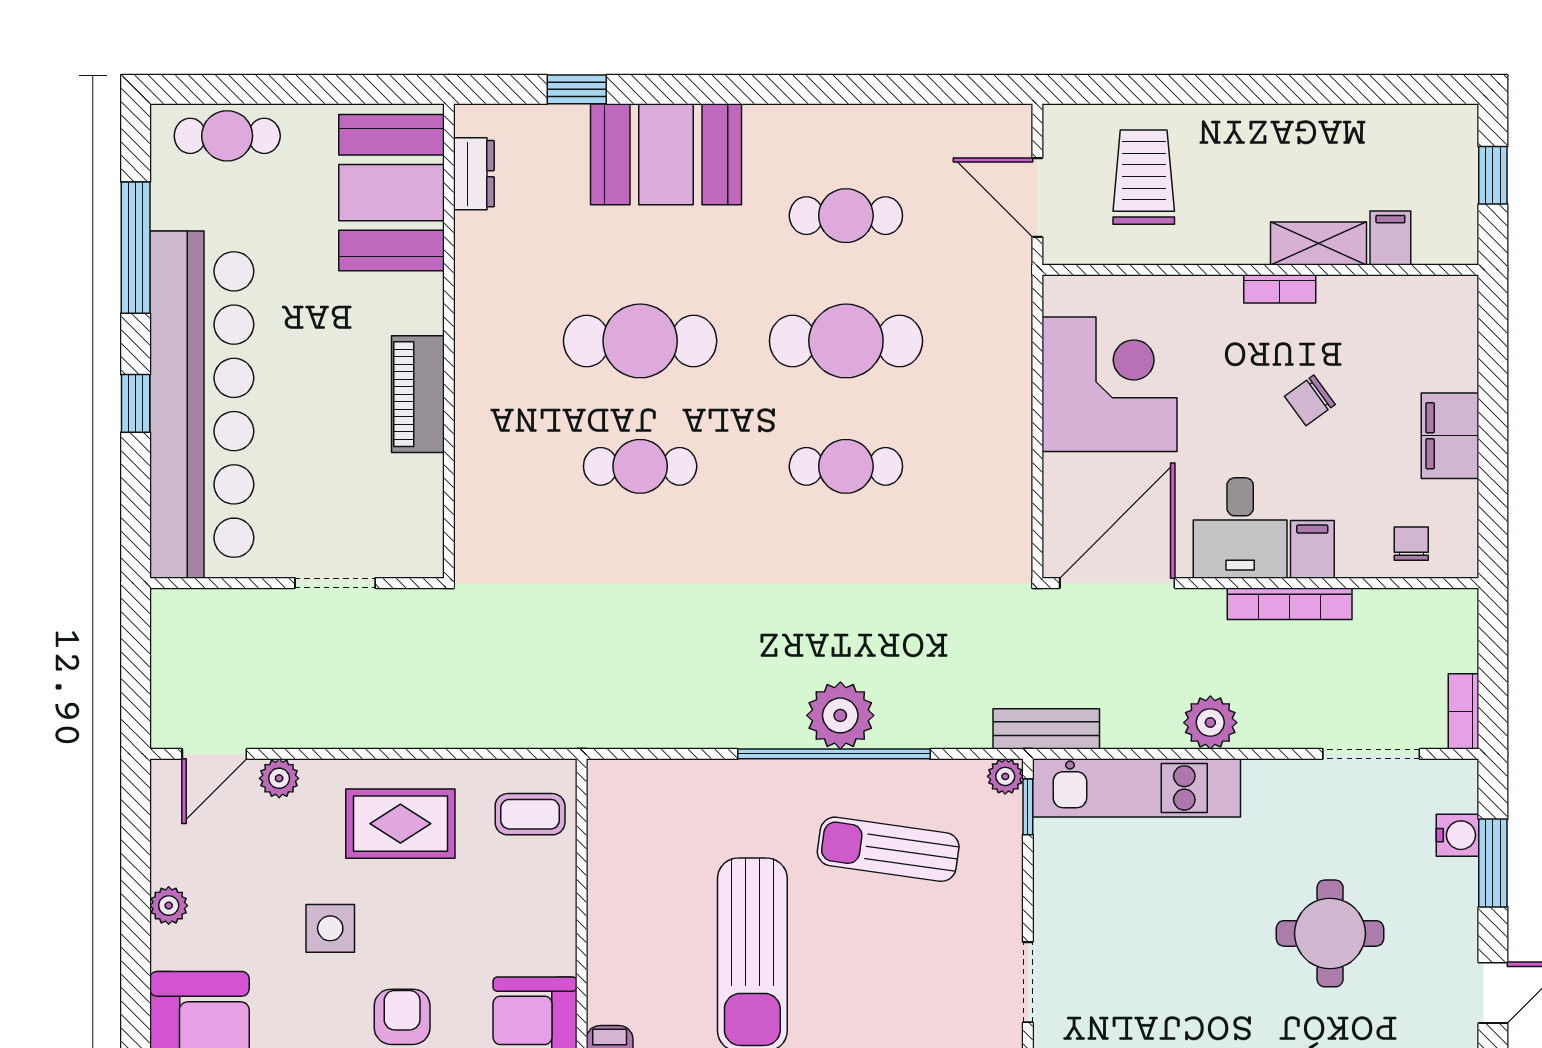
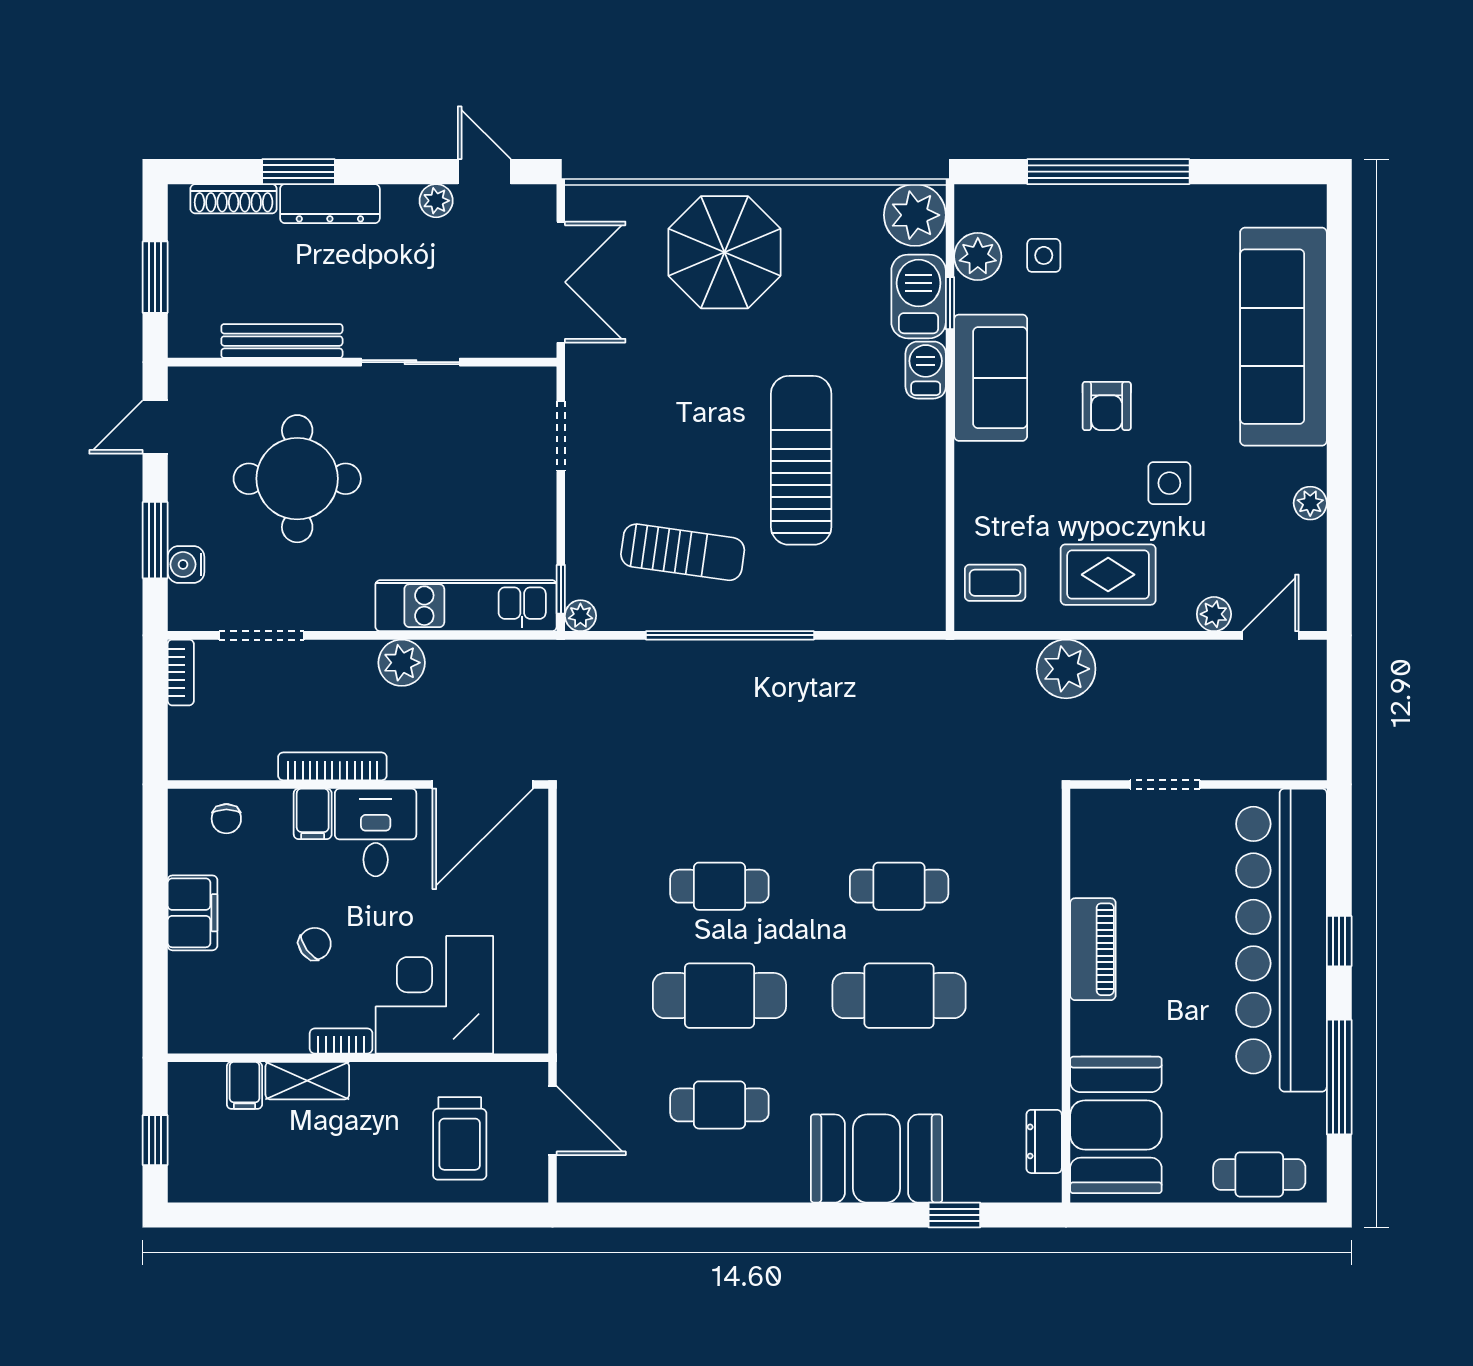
corner desk: (1109, 384) -> (434, 995), moved, turned 90
plant: (840, 715) -> (1066, 669), moved
bench: (1046, 729) -> (545, 657), removed
round table: (1330, 933) -> (297, 479), width x1.36, depth x1.36

